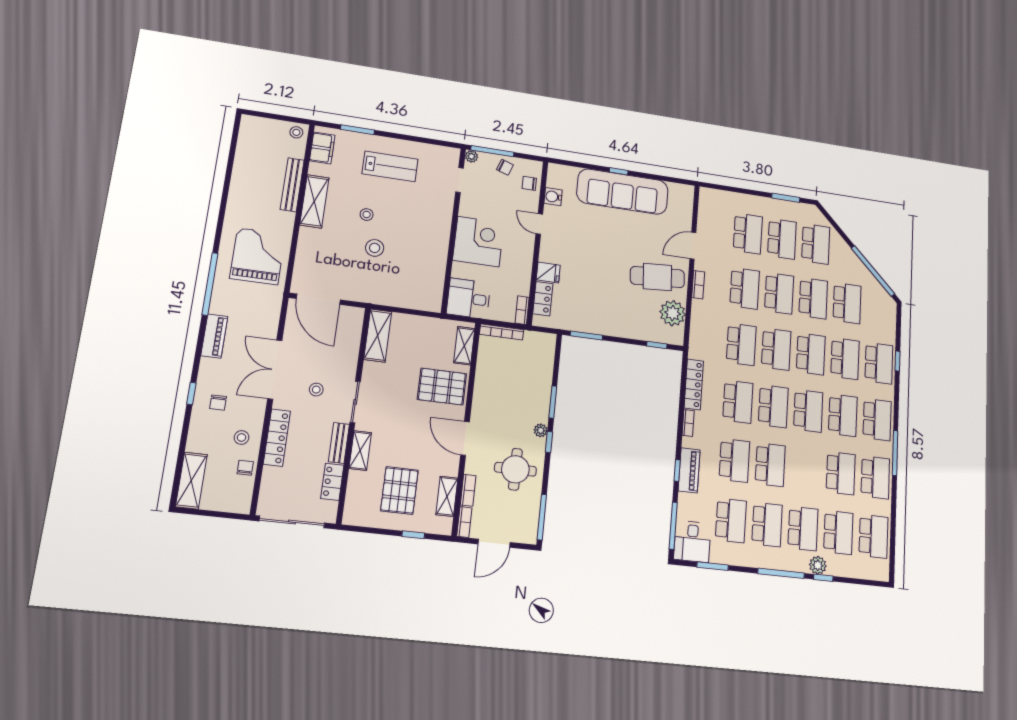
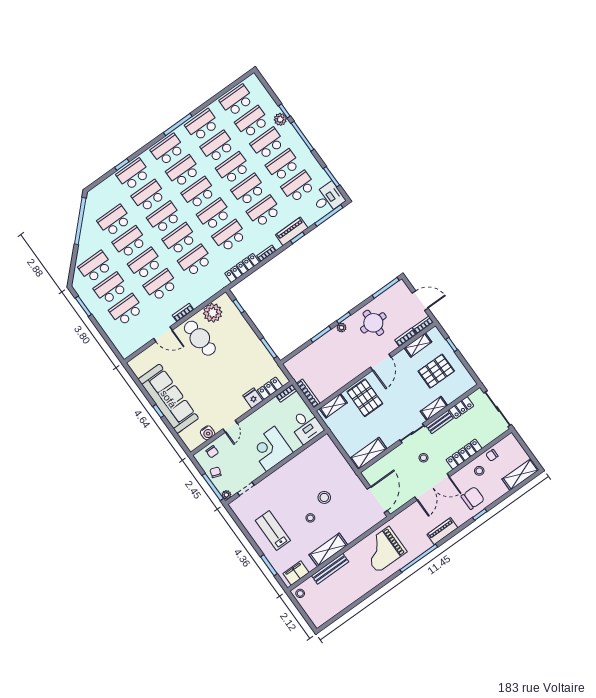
chair: (218, 403) -> (473, 498), width x1.87, depth x1.87
school desk: (806, 469) -> (233, 168), added

